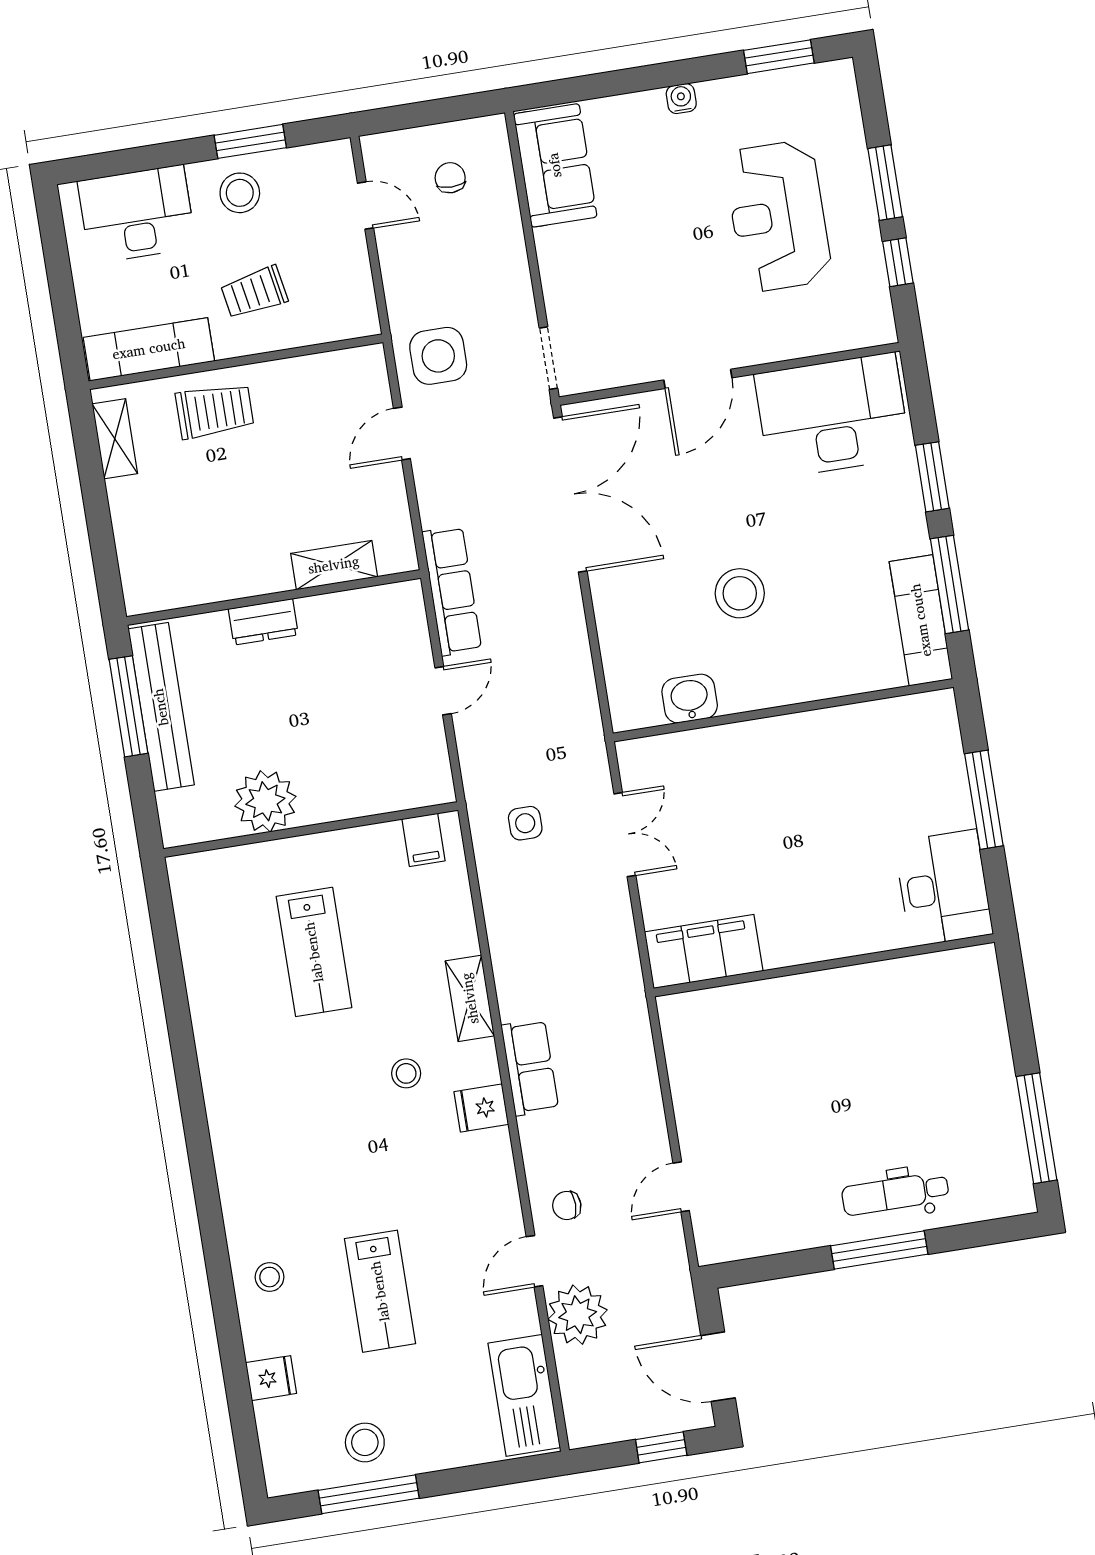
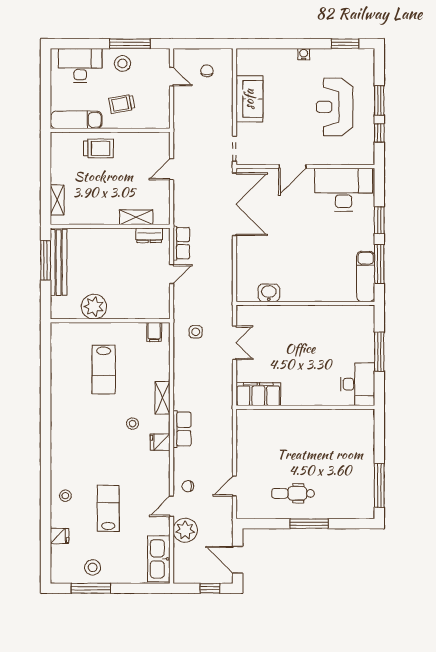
window: (250, 141) -> (130, 44), width x1.44
sofa: (555, 165) -> (249, 99), moved
side table: (438, 356) -> (191, 141), removed
shelving: (115, 439) -> (57, 200), moved
row of seats: (452, 591) -> (181, 243), width x0.68
stool: (740, 593) -> (295, 254), removed
dresser: (263, 622) -> (149, 235), moved
dental chair: (895, 1194) -> (293, 493), moved
lab bench: (380, 1291) -> (108, 508), turned 180

